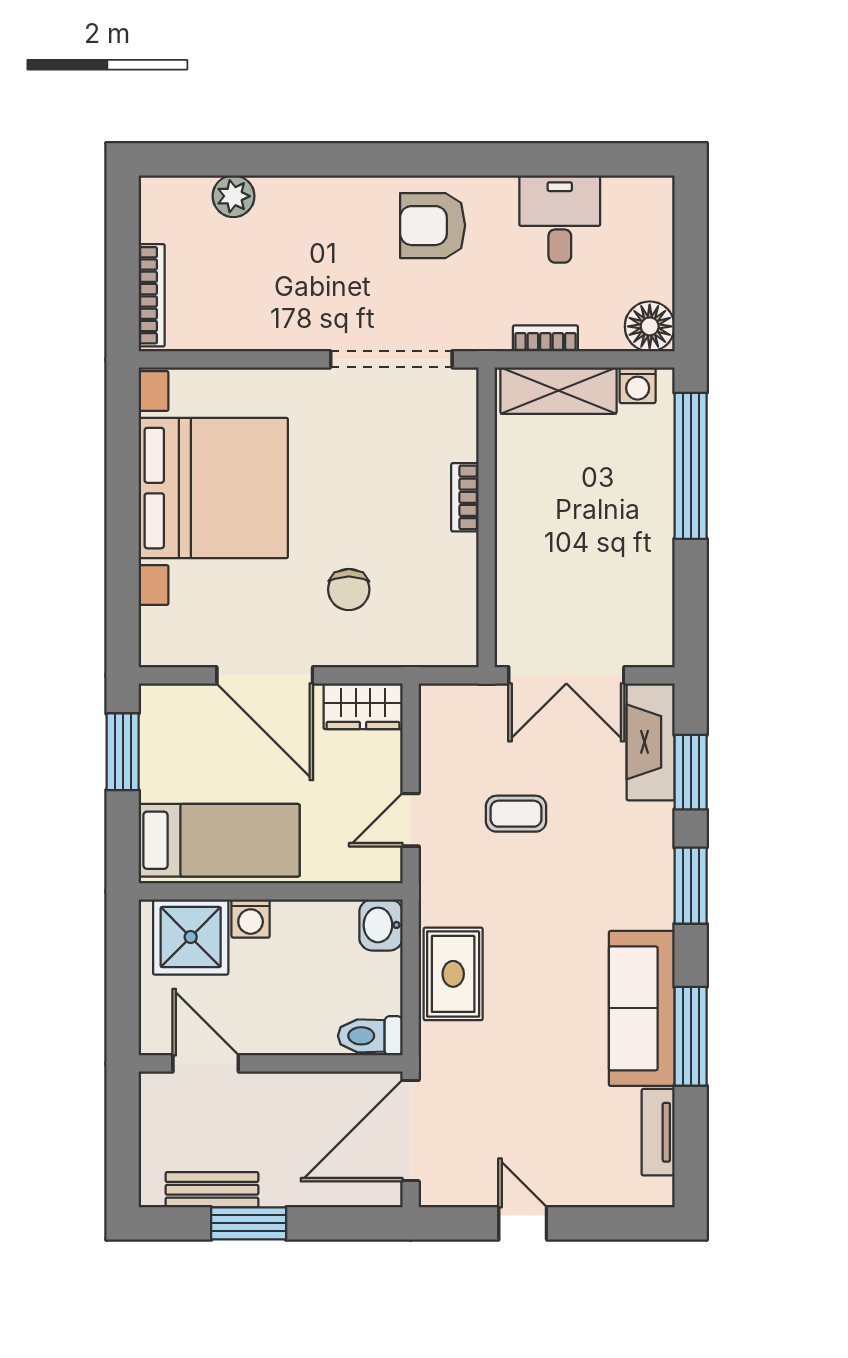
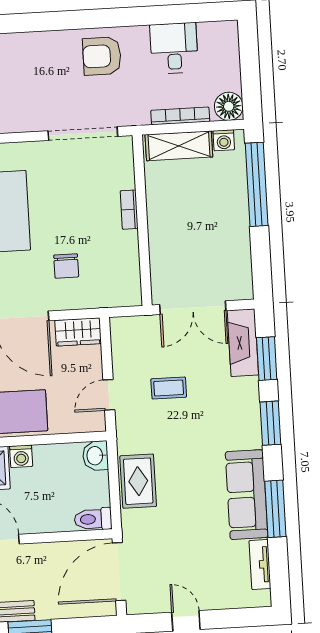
bookcase: (545, 338) -> (180, 116), width x1.56

